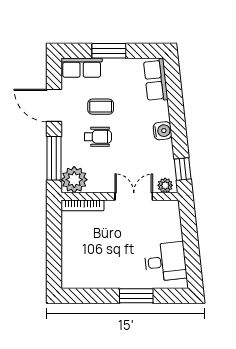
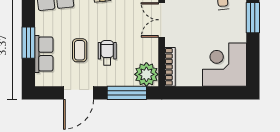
row of seats: (82, 68) -> (44, 54), moved
corner desk: (85, 265) -> (224, 65), added

